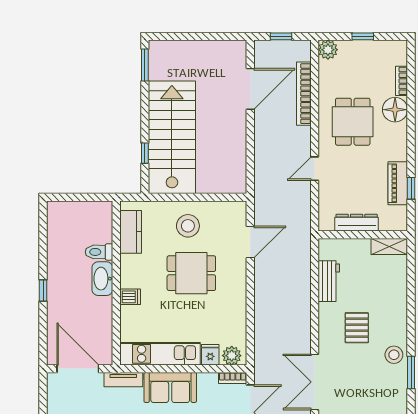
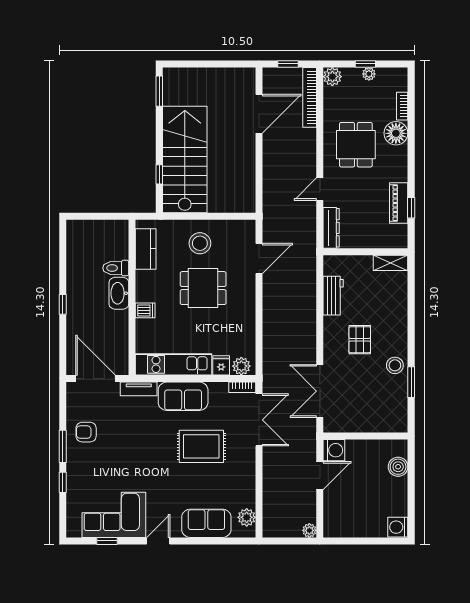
plant: (366, 47) -> (369, 74), added
bookcase: (304, 94) -> (310, 97), moved
dresser: (357, 223) -> (331, 228), moved, turned 90

